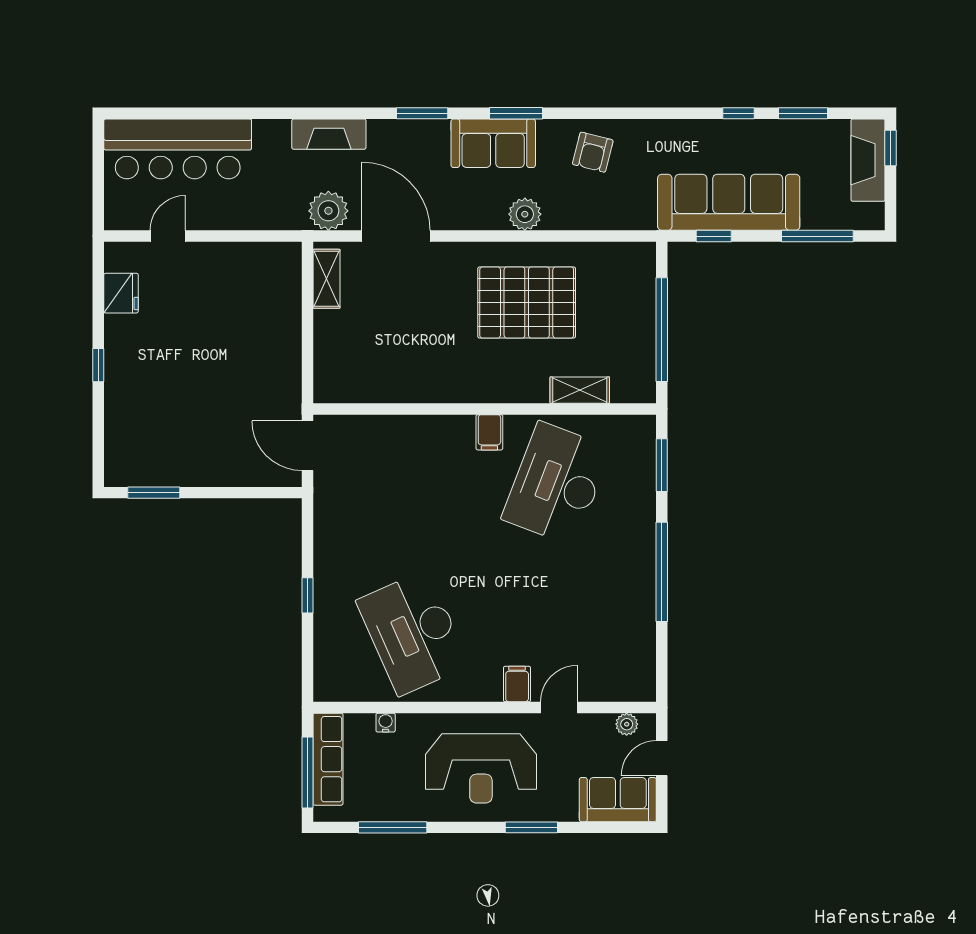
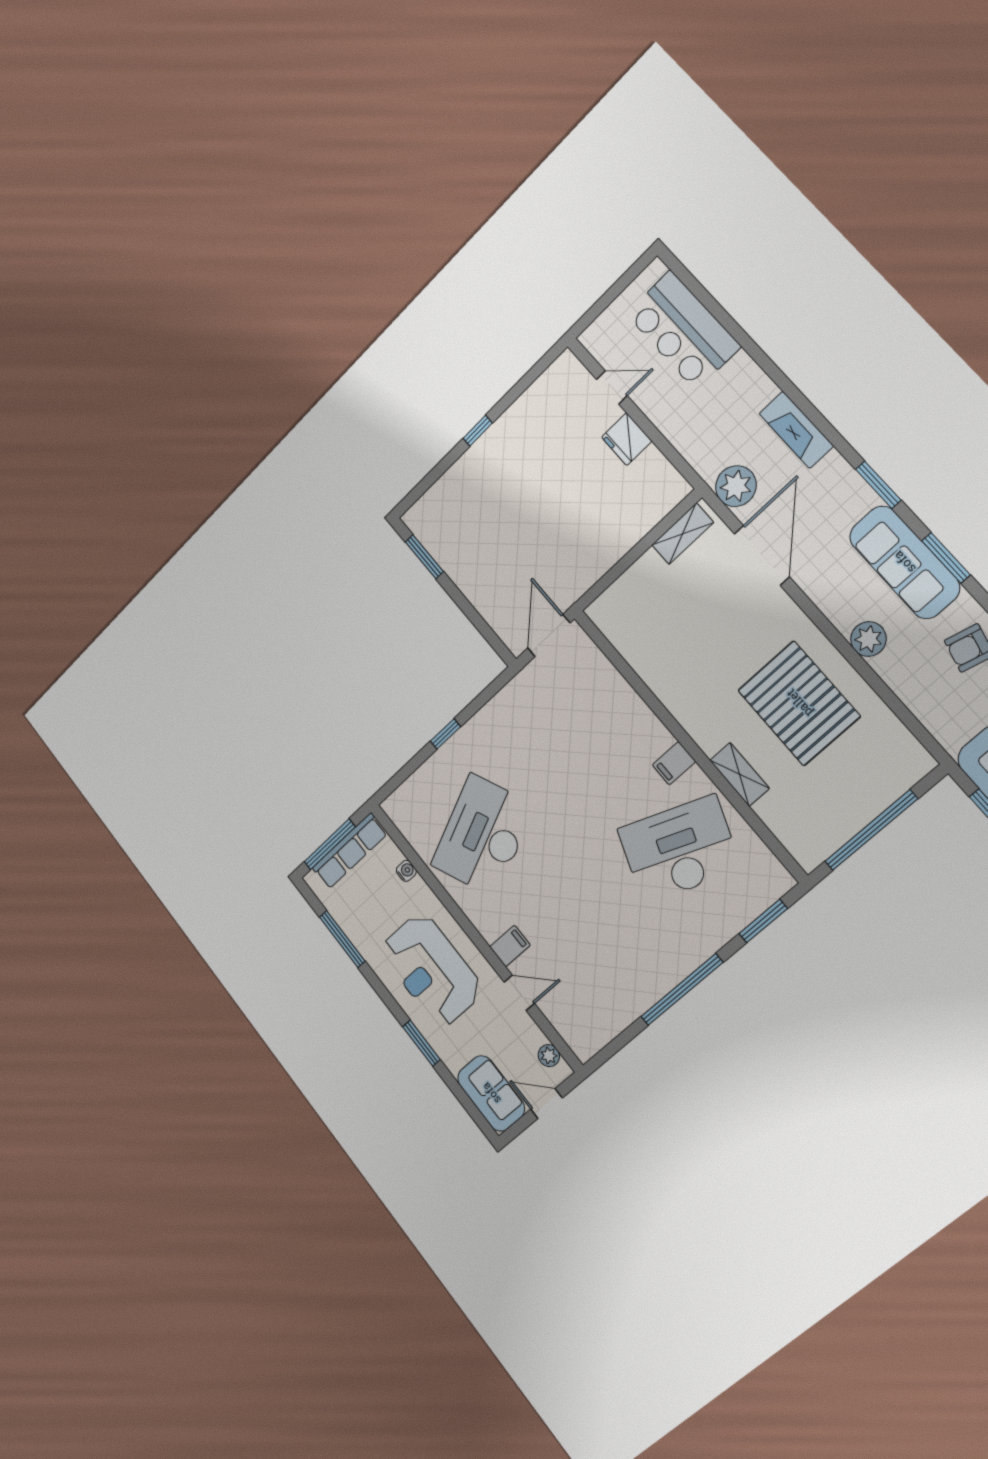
sofa: (493, 143) -> (904, 562), width x1.36
bar counter: (178, 149) -> (683, 330), width x0.73
fridge: (121, 293) -> (627, 439), moved, turned 90
shelving: (580, 390) -> (740, 774), moved

